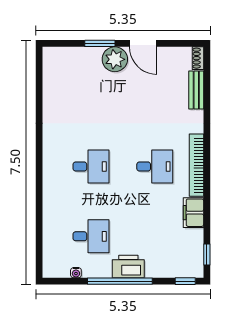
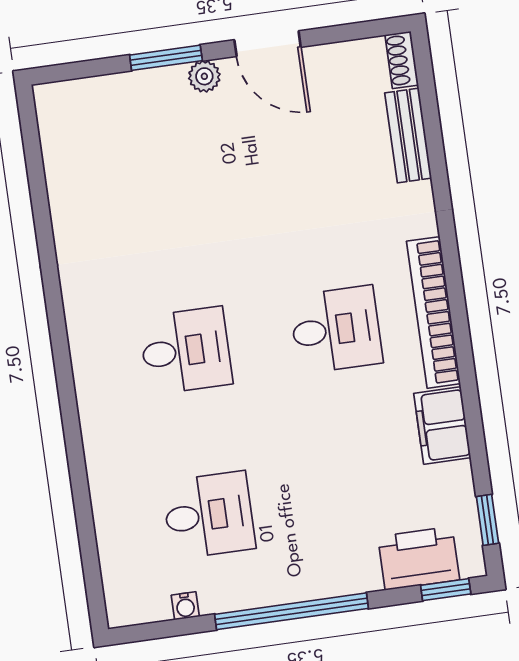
plant: (115, 59) -> (204, 76), width x0.53, depth x0.53
printer: (128, 267) -> (419, 558), moved

